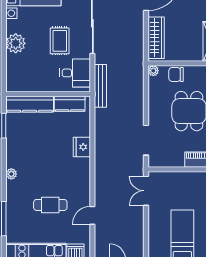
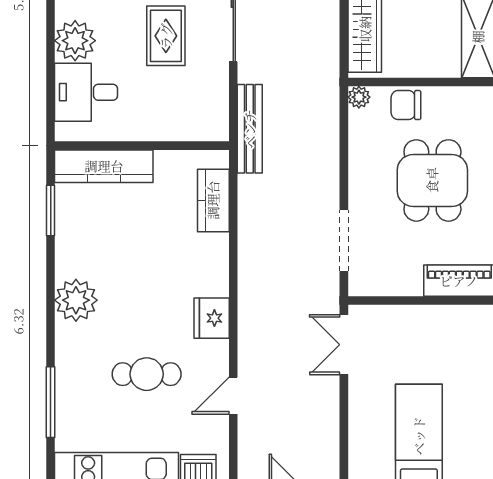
desk: (75, 73) -> (86, 92), moved, turned 180
kitchen counter: (70, 104) -> (213, 200), moved, turned 90
fridge: (82, 147) -> (212, 318), moved
plant: (11, 174) -> (76, 300), width x1.88, depth x1.88

